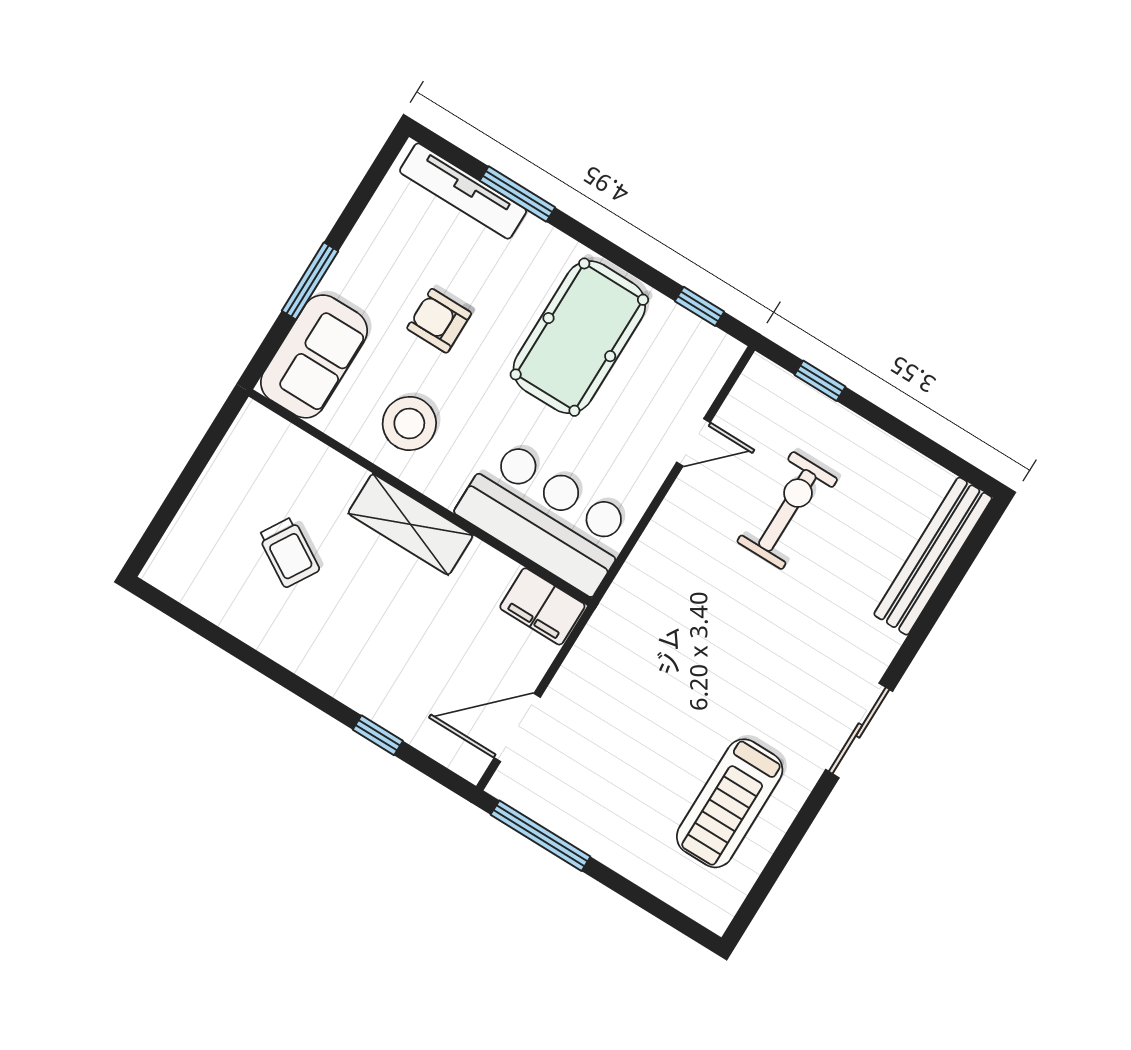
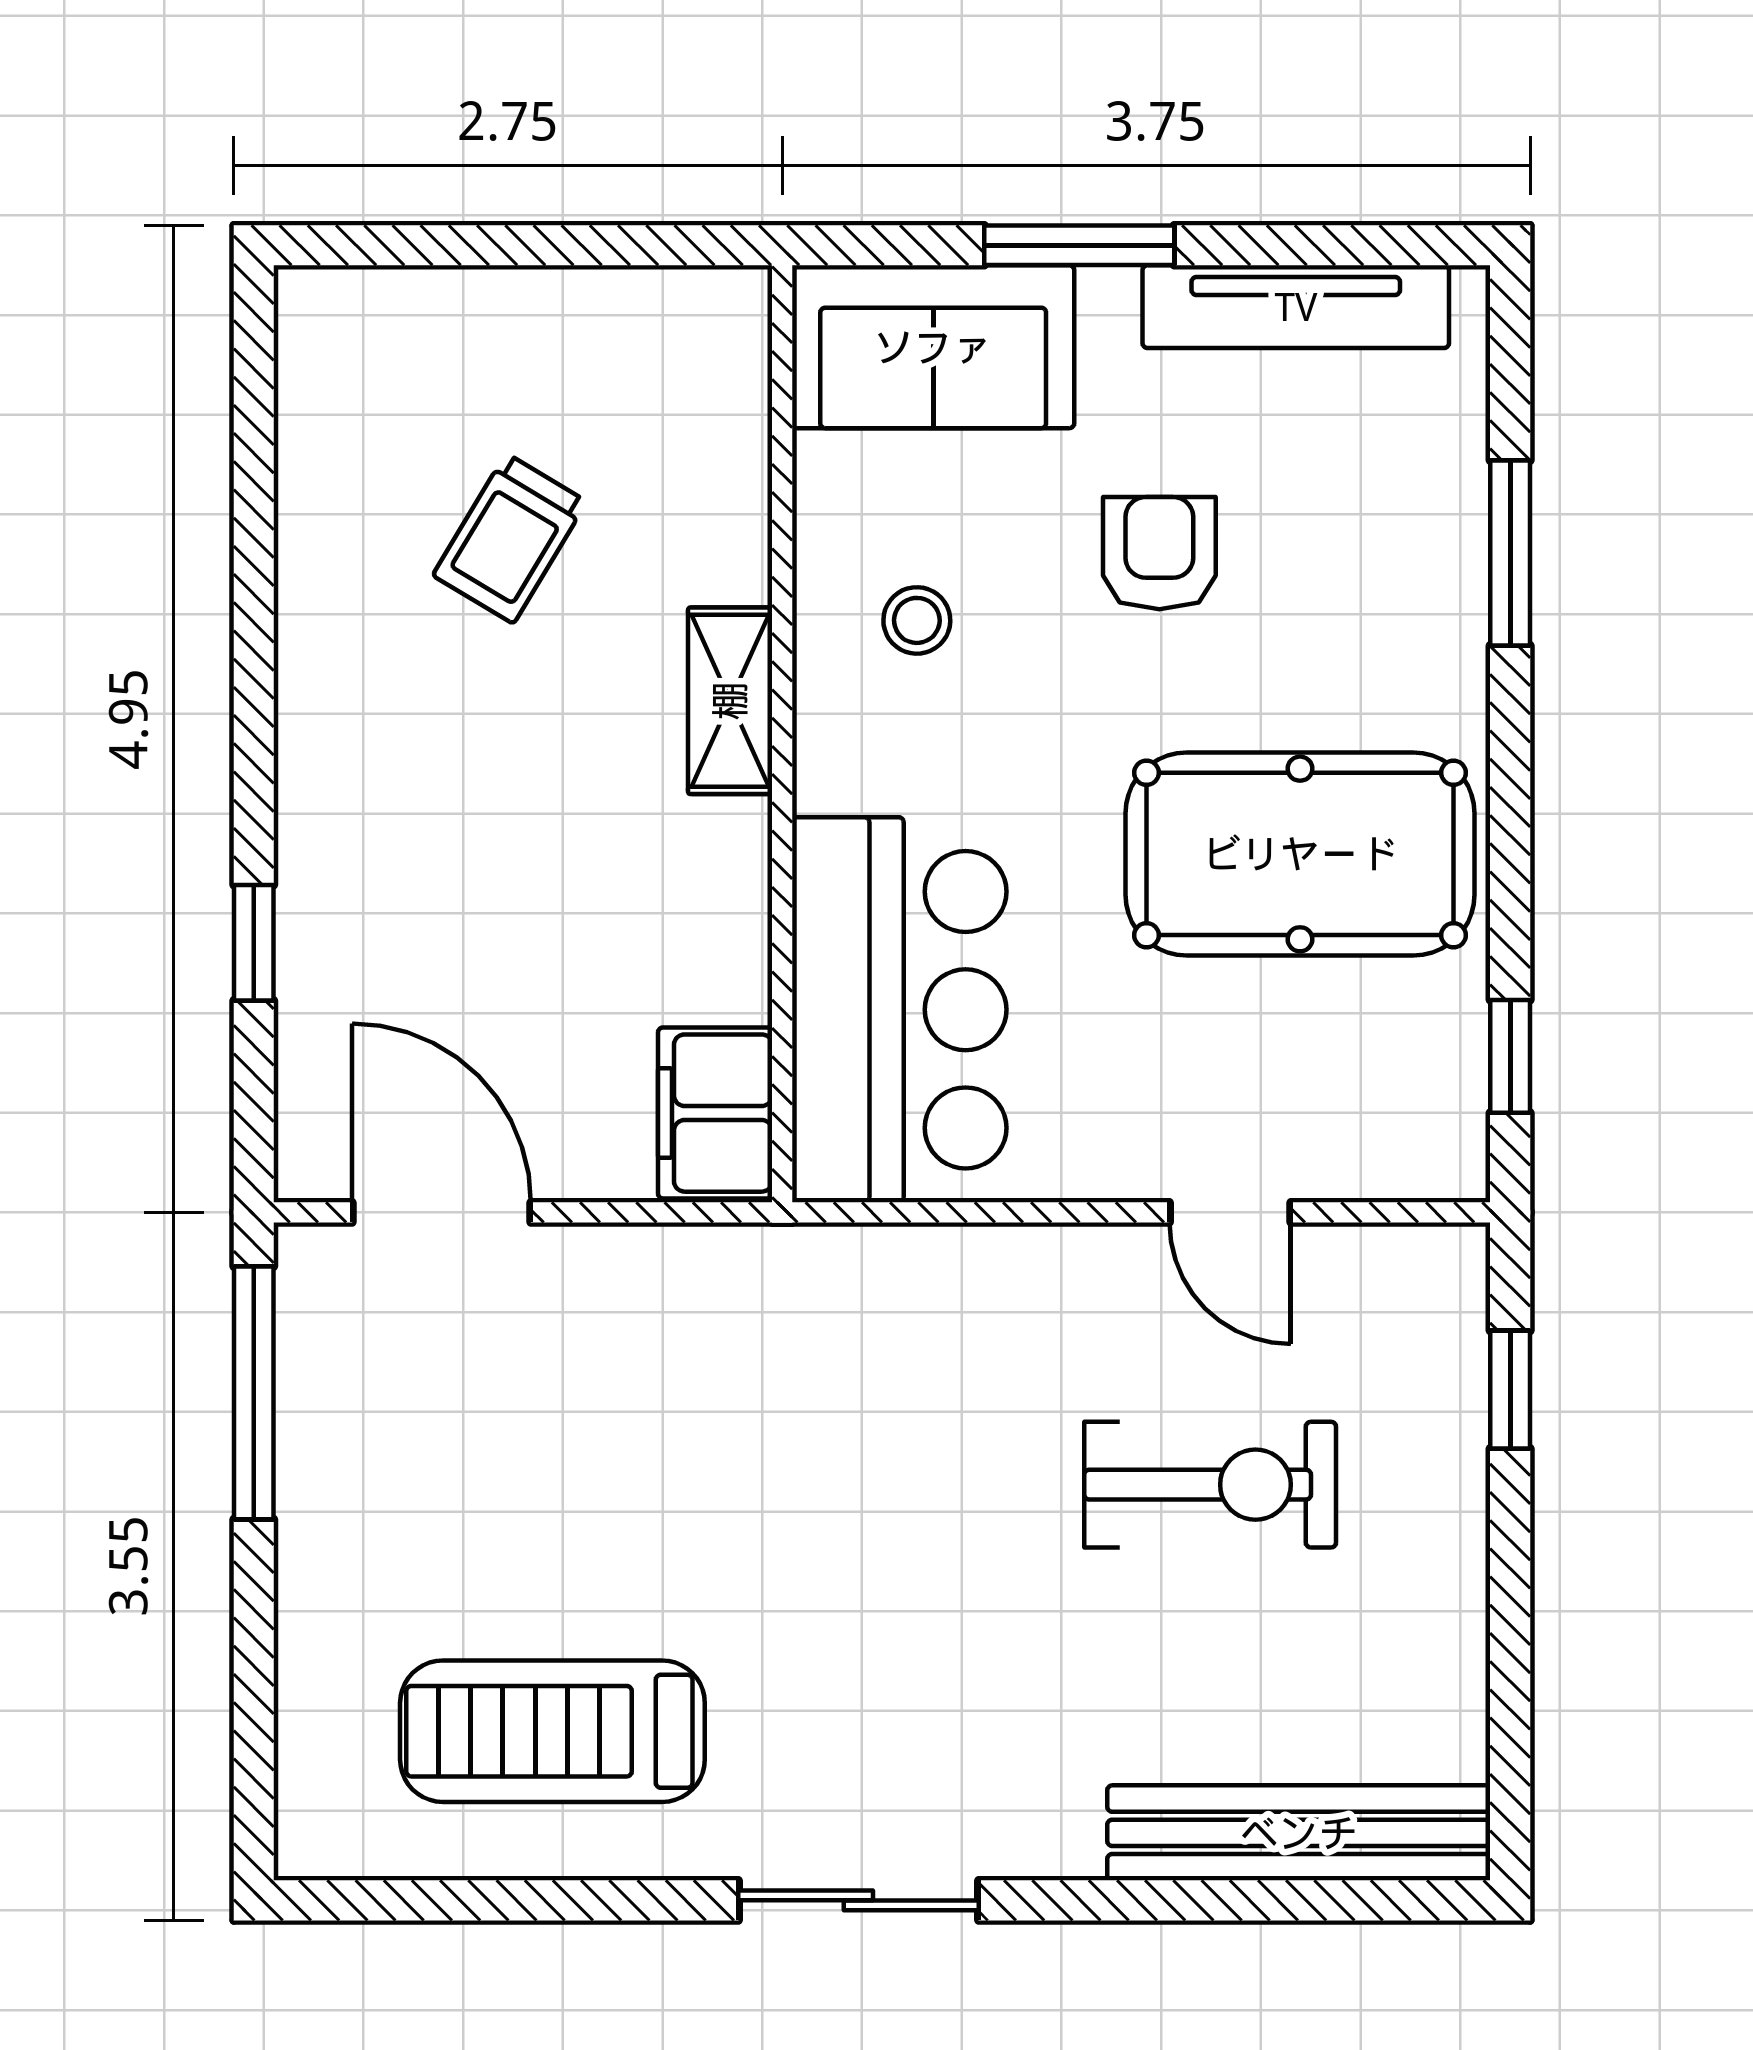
tv unit: (463, 191) -> (1296, 307), moved, turned -90
stool: (409, 423) -> (917, 620), width x0.53, depth x0.53
shelving: (410, 524) -> (730, 701), width x0.67, depth x0.75

